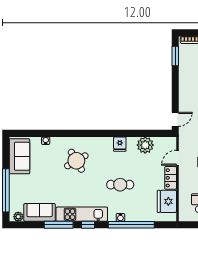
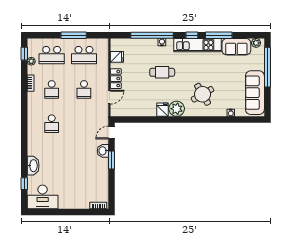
window: (175, 56) -> (111, 160), moved
washbasin: (185, 99) -> (103, 151), added
plant: (145, 145) -> (177, 109), moved
sofa: (19, 156) -> (255, 93), width x1.36
fridge: (167, 201) -> (117, 57), width x0.53, depth x0.75

